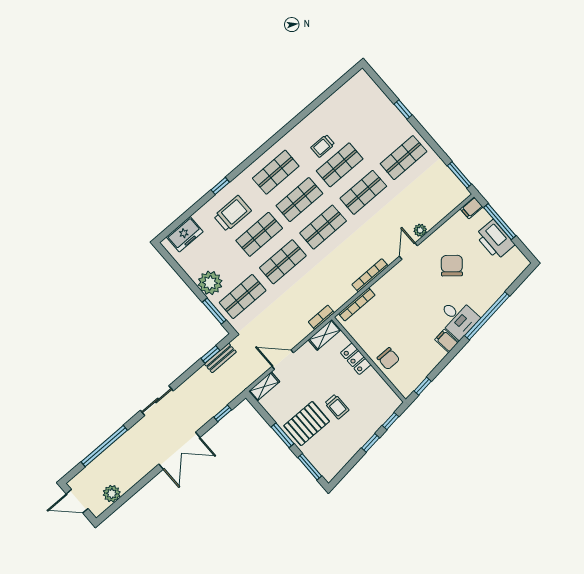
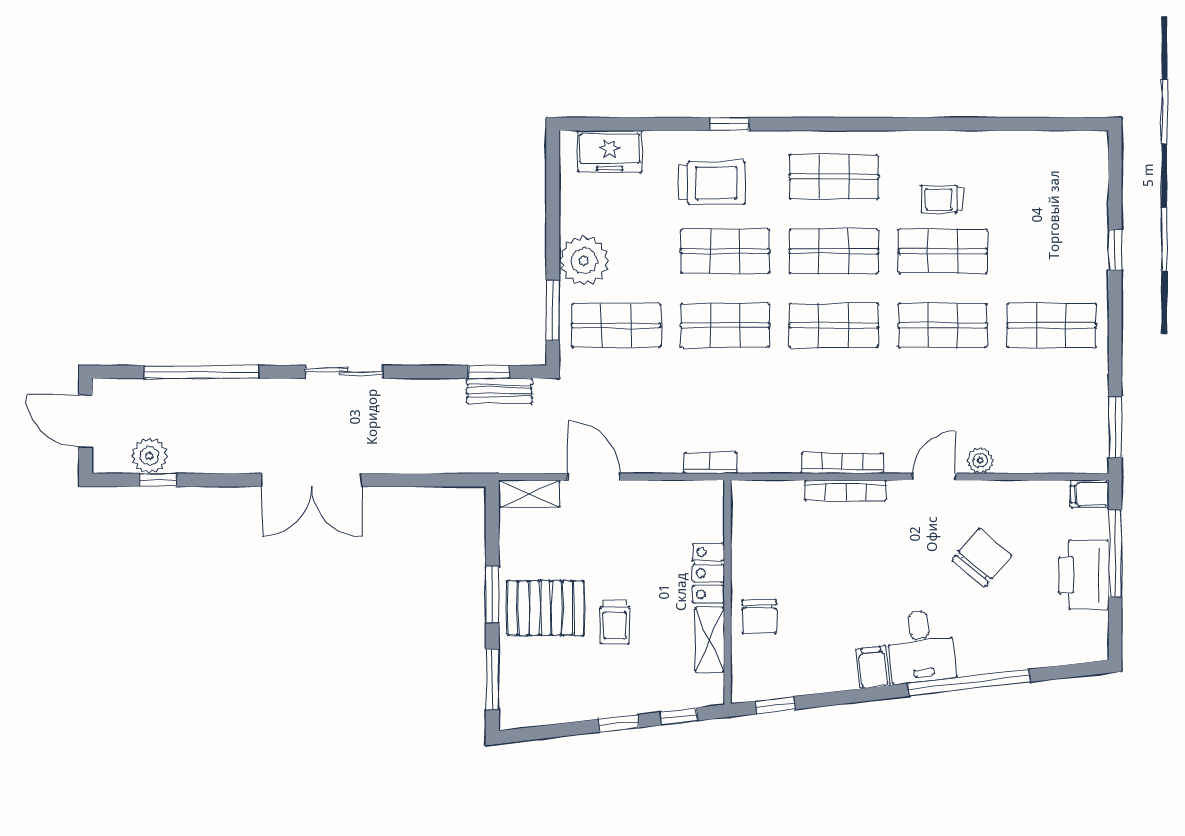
bookcase: (357, 304) -> (845, 490), moved
shelving: (325, 335) -> (710, 640), moved, turned 90
window: (223, 413) -> (158, 480), moved

